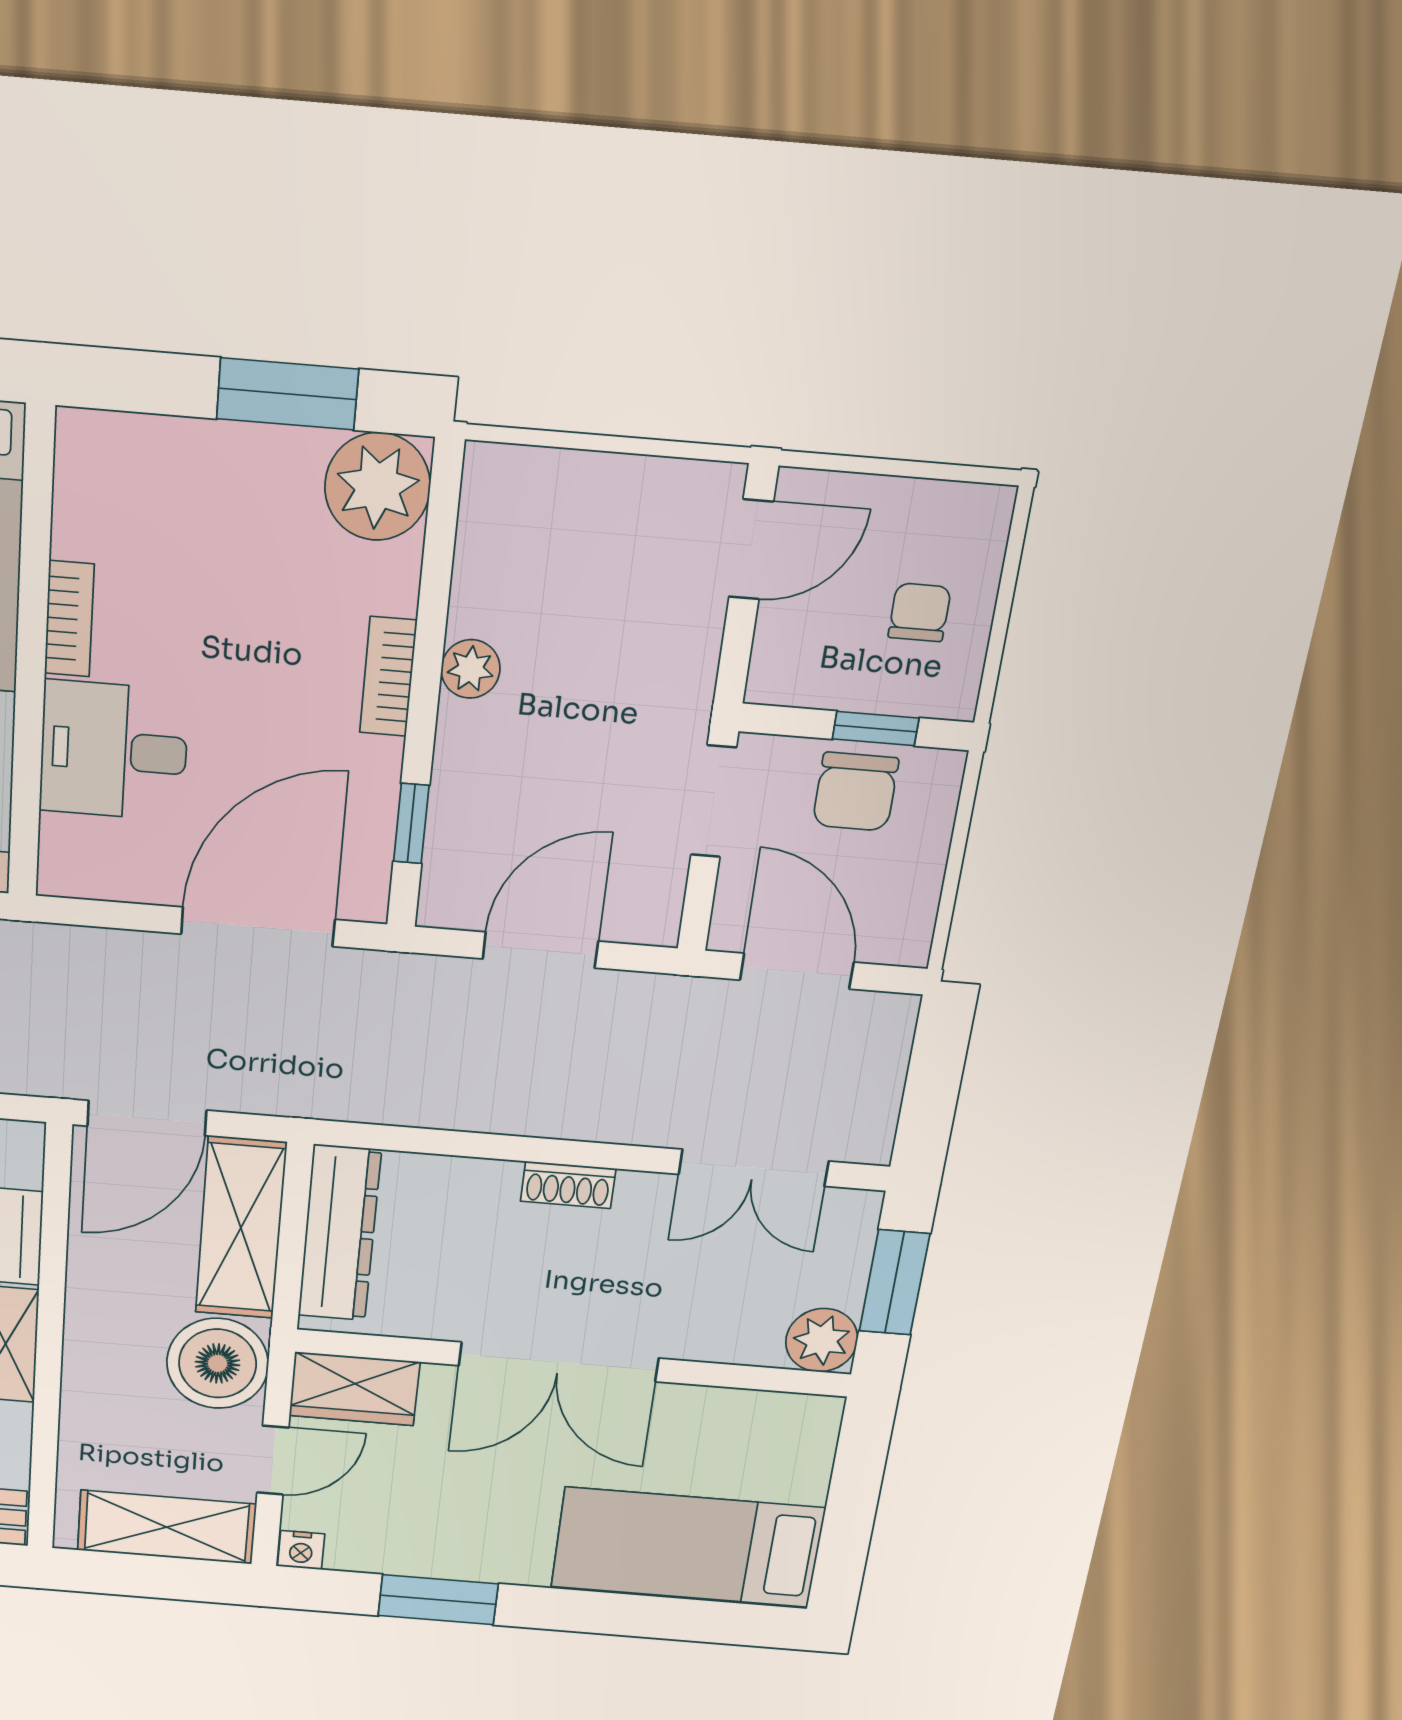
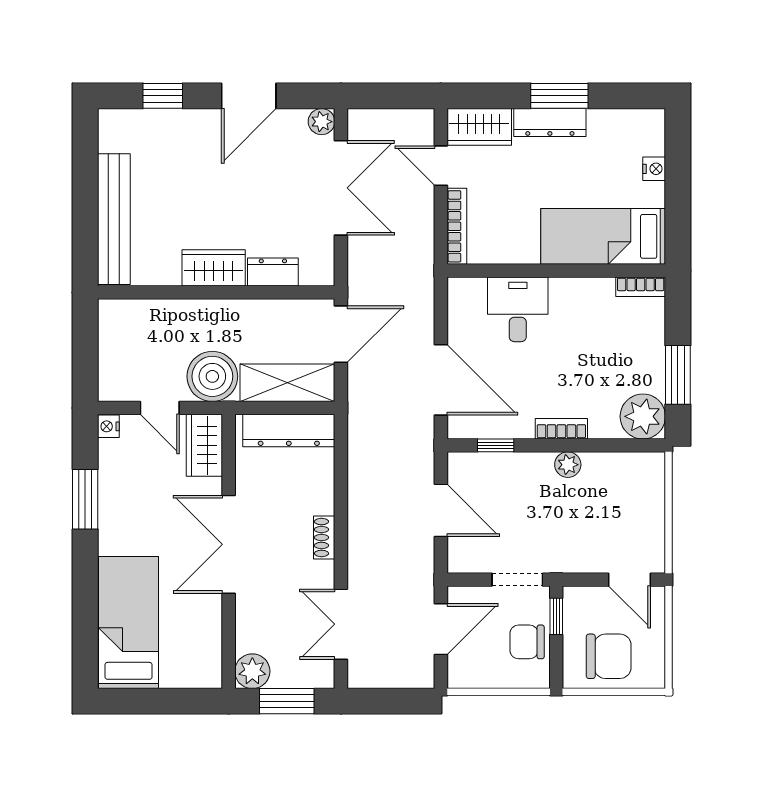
chair: (920, 612) -> (609, 656), width x1.87, depth x1.87
bookcase: (69, 619) -> (641, 287), moved
window: (876, 729) -> (556, 616), moved
door: (147, 1118) -> (341, 334), swing flipped
shelving: (167, 1527) -> (116, 357), removed

